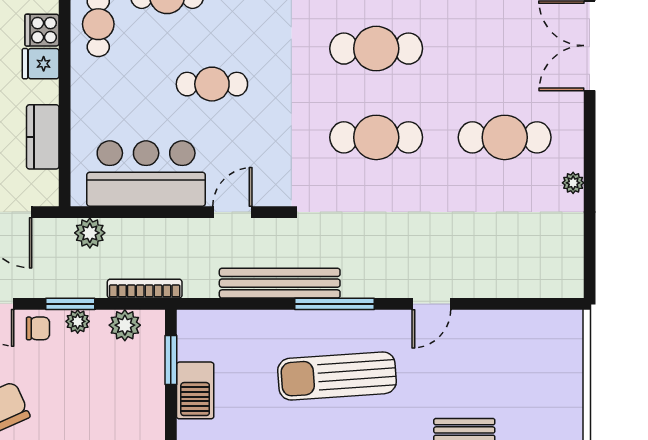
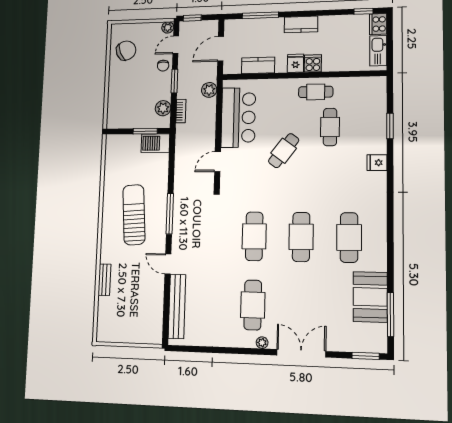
cafe table: (212, 84) -> (284, 151), turned 37
plant: (573, 183) -> (262, 343), moved
door: (232, 212) -> (218, 162), swing flipped
bench: (280, 283) -> (177, 306), moved
bookcase: (145, 289) -> (181, 111), width x0.64
plant: (78, 321) -> (166, 85), removed
barbecue: (195, 390) -> (155, 143), moved

